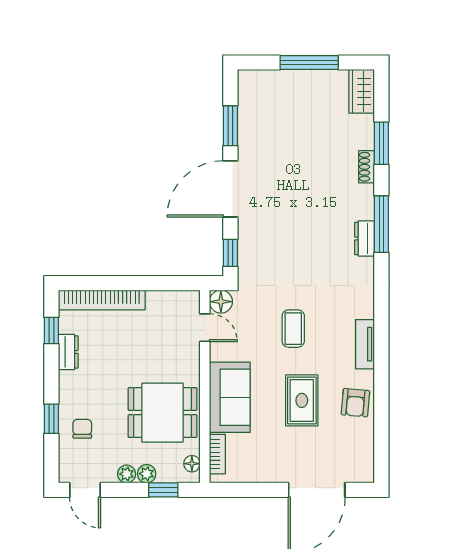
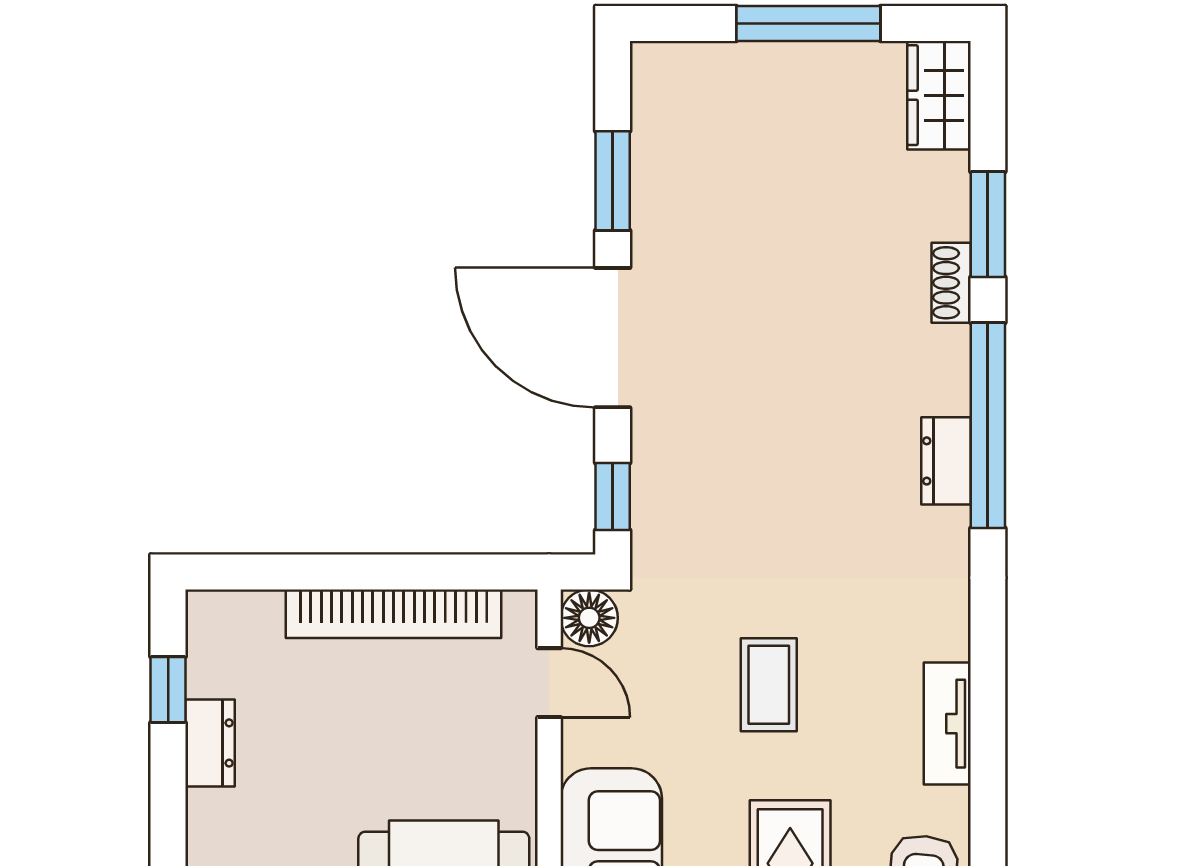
door: (230, 189) -> (613, 338), hinge flipped
window: (381, 224) -> (988, 425), width x1.46
bookcase: (102, 300) -> (394, 614), moved

